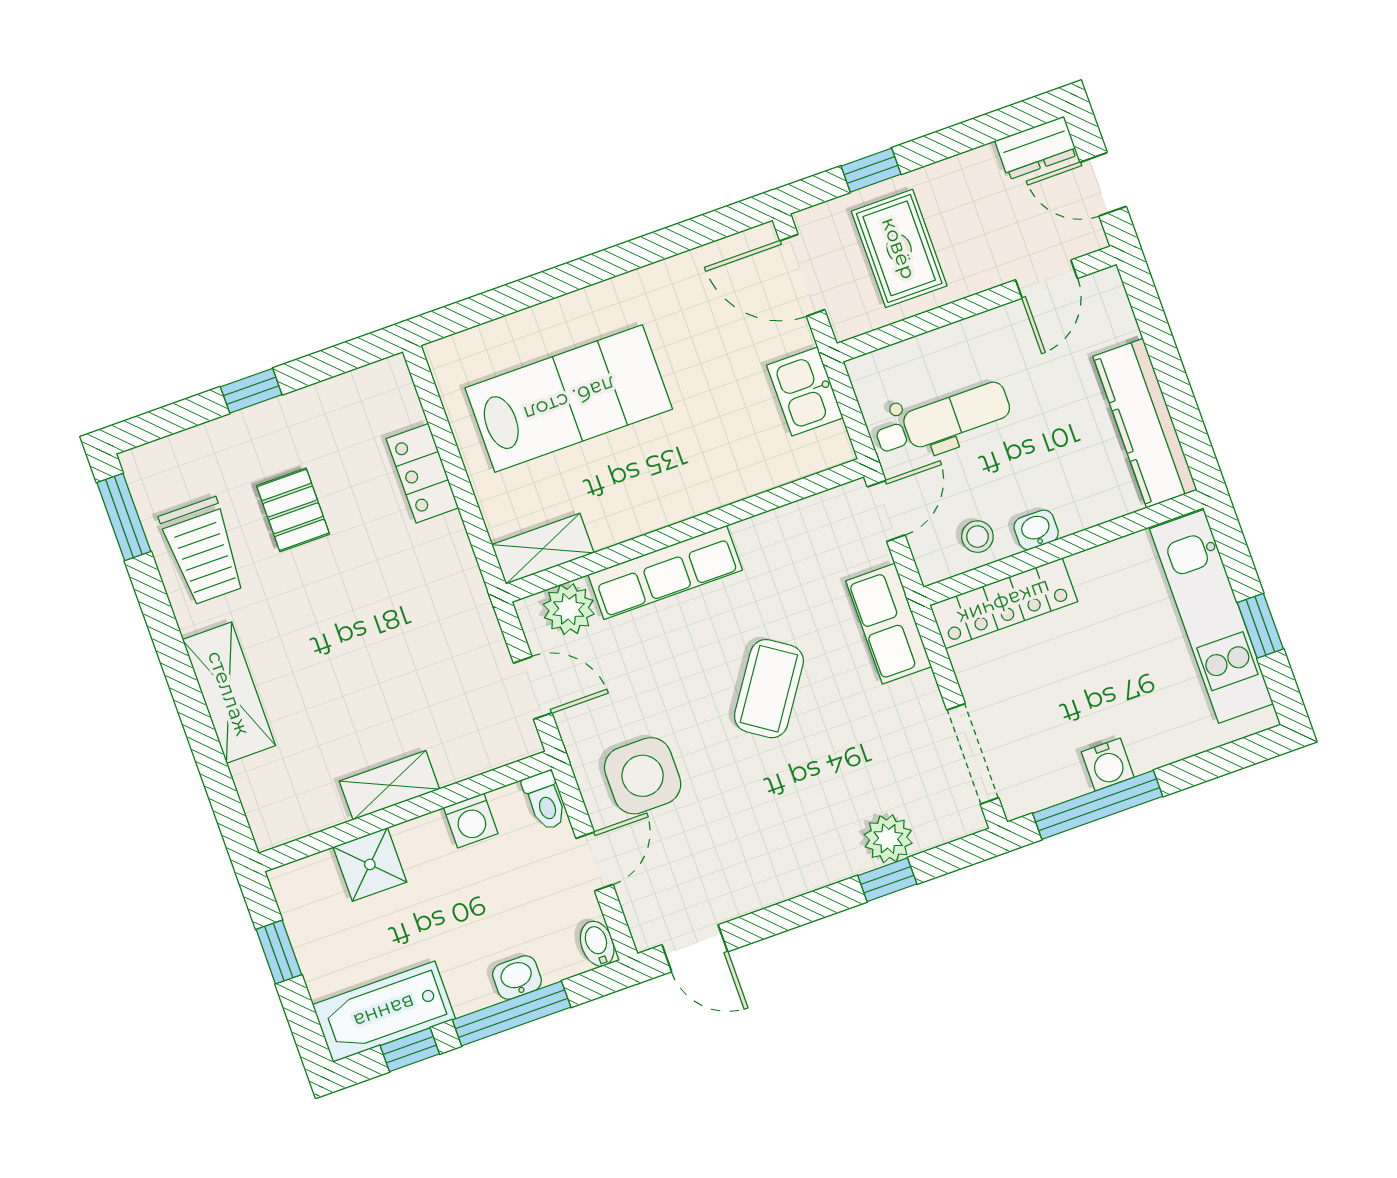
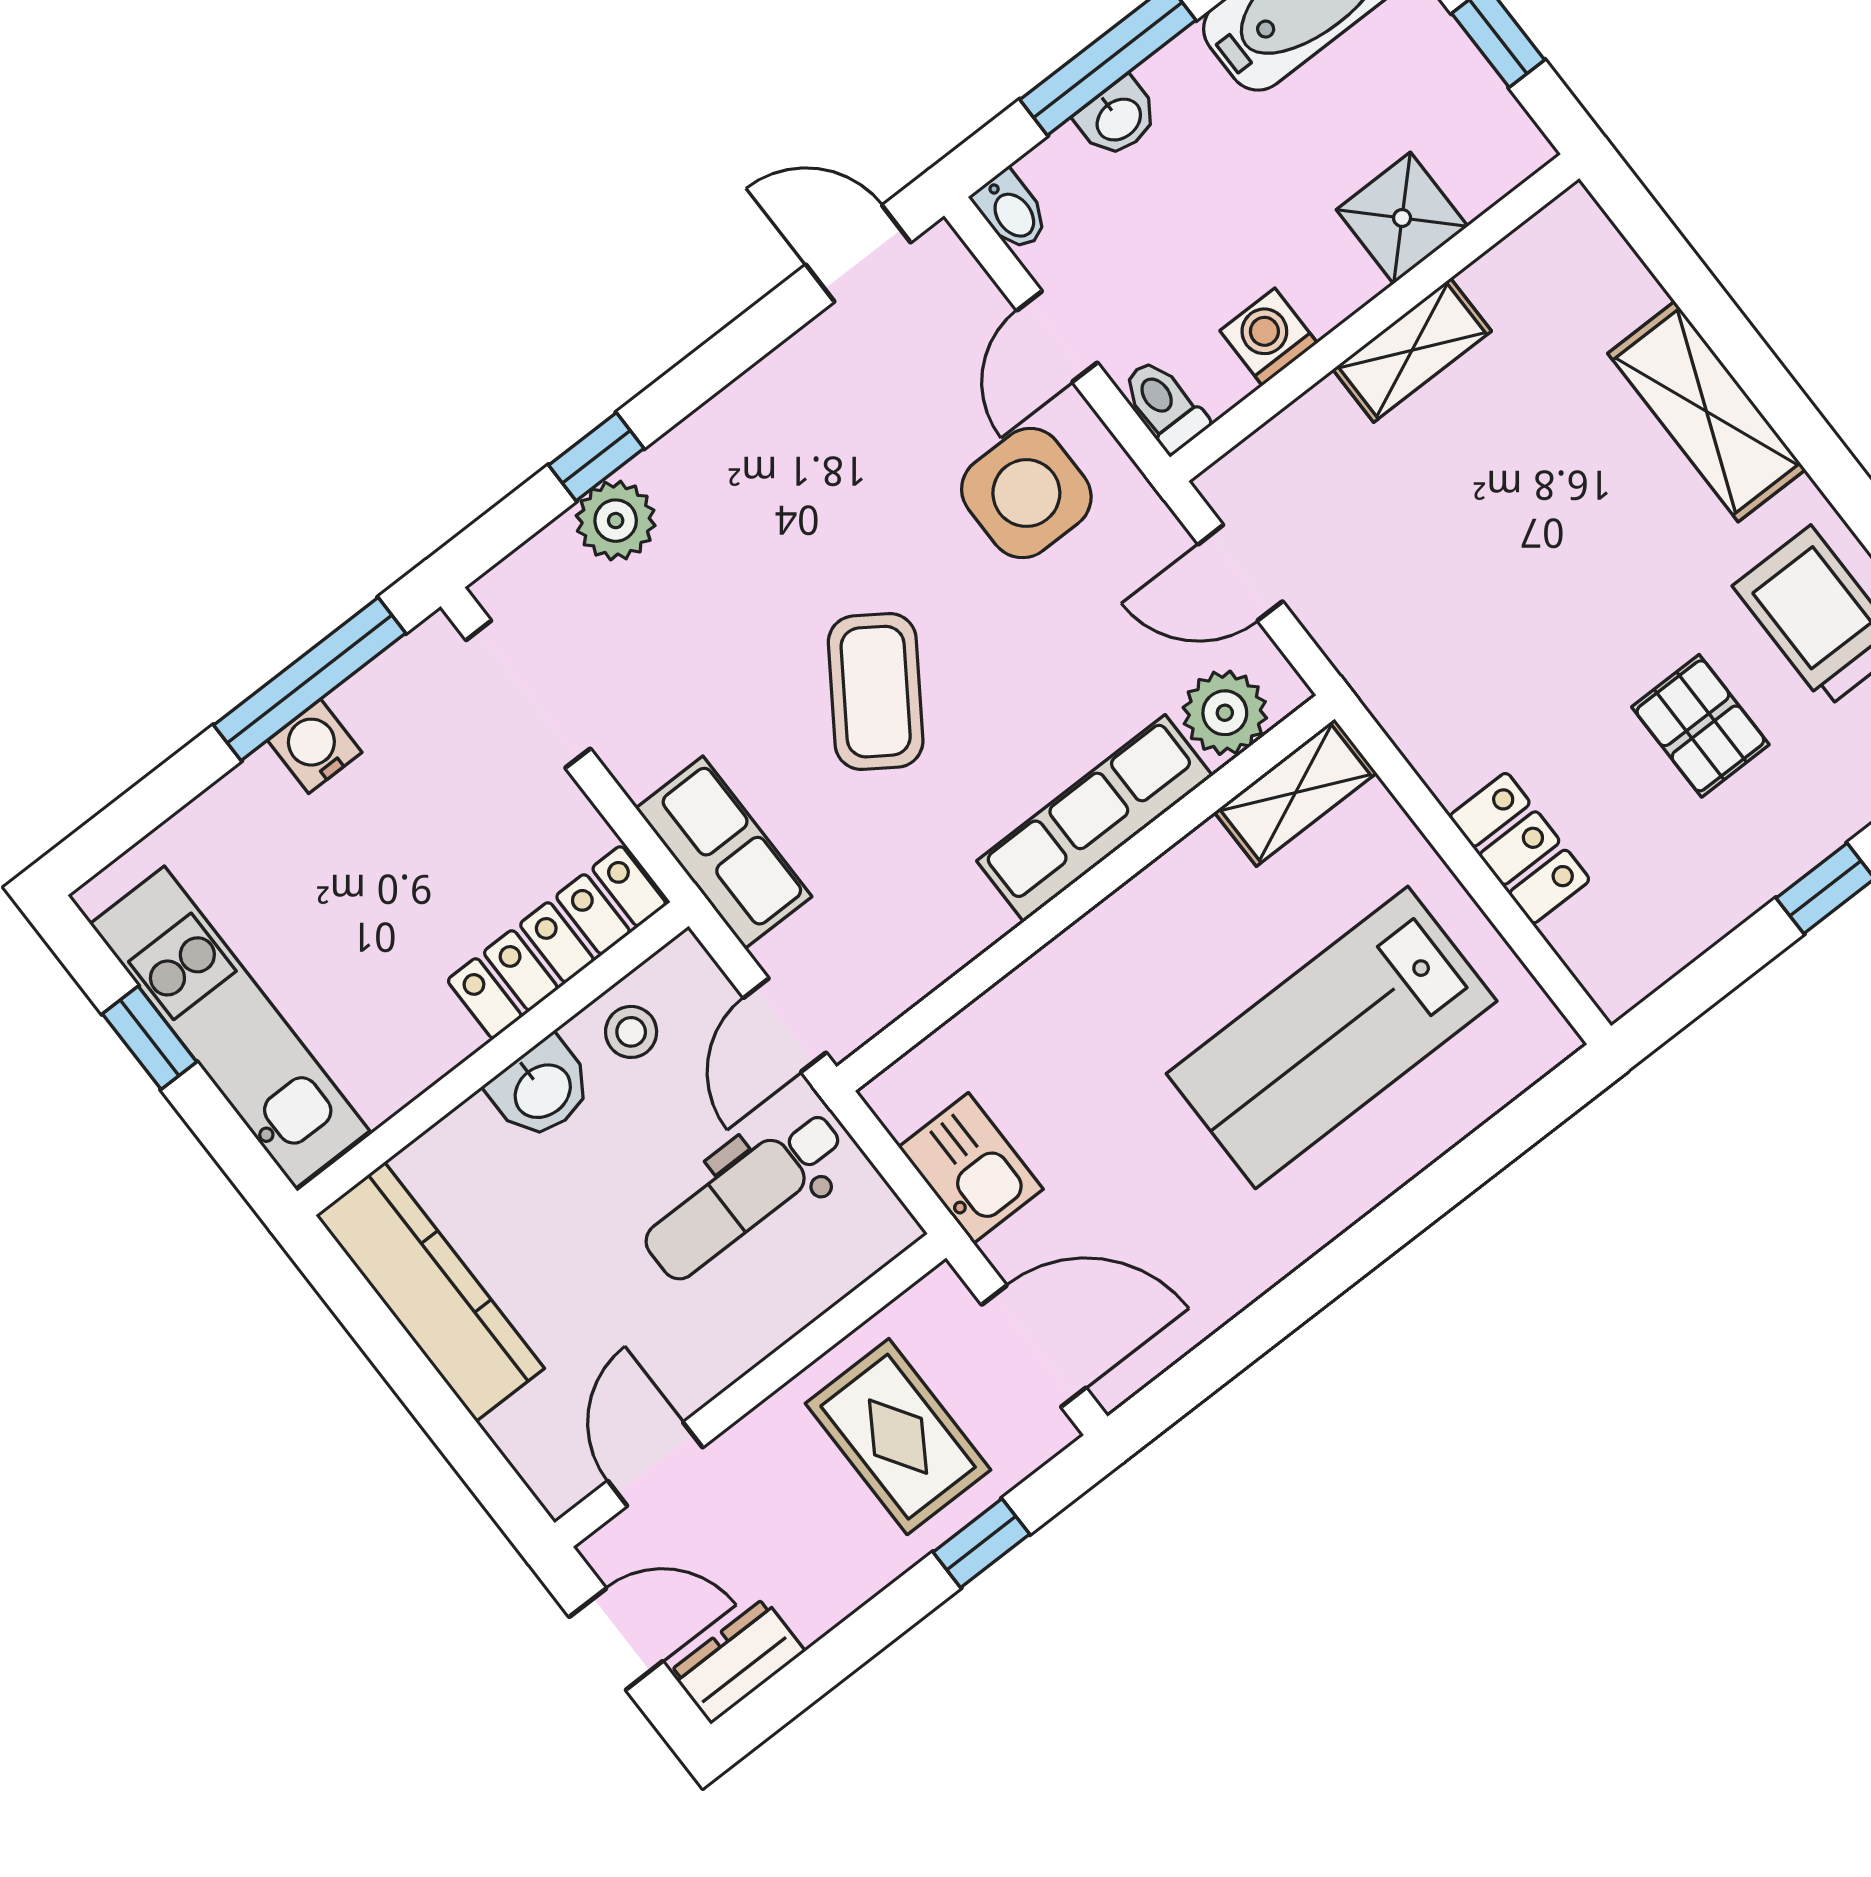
washbasin: (1036, 530) -> (541, 1089), width x1.38, depth x1.45

